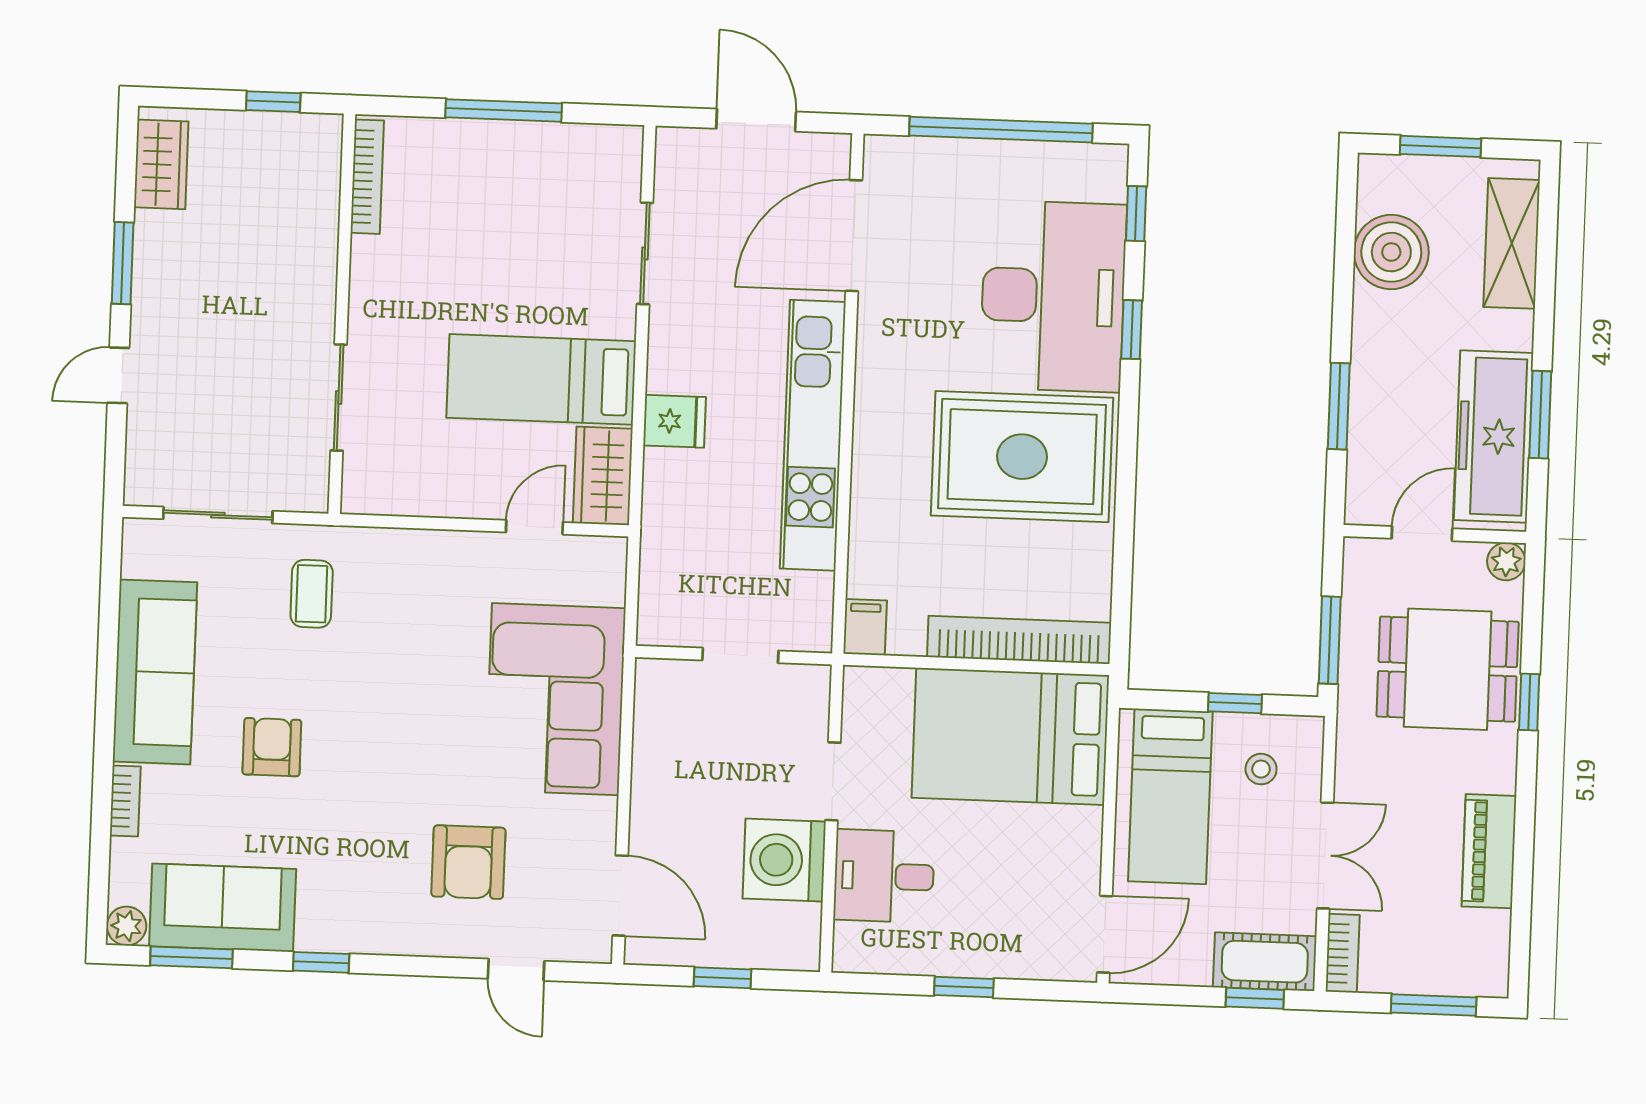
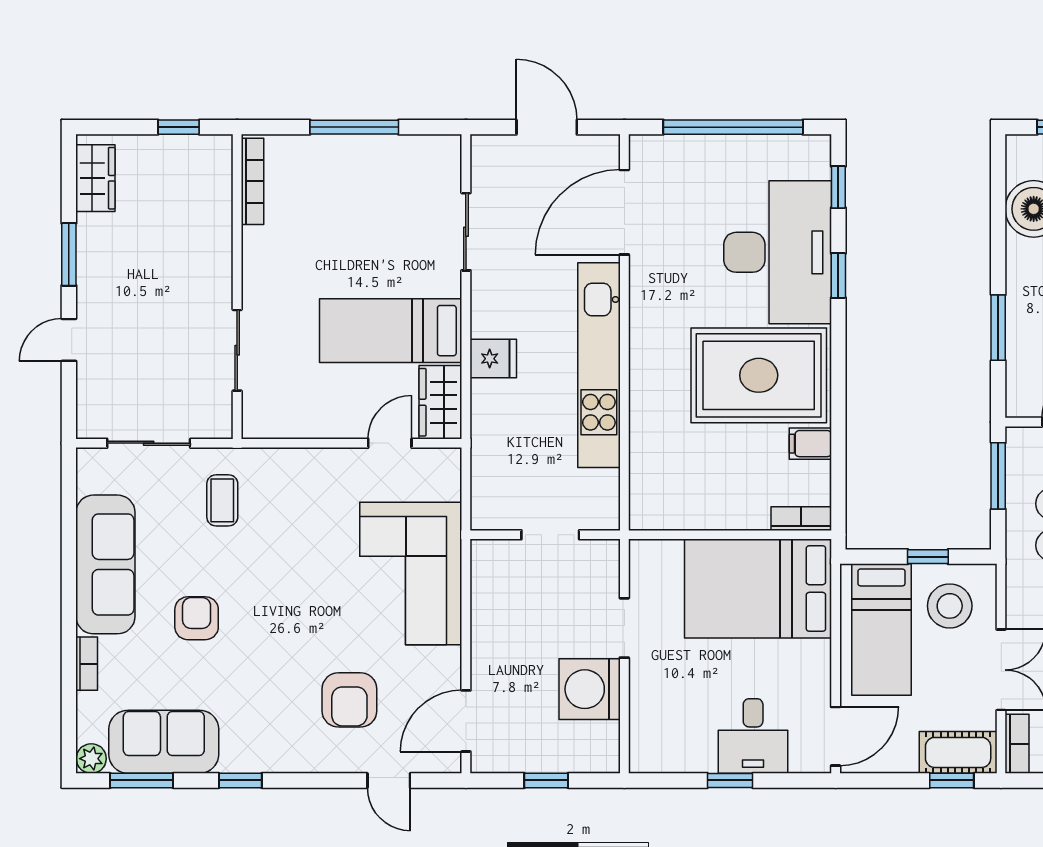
filing cabinet: (865, 627) -> (810, 444), moved, turned -90
bookcase: (1019, 640) -> (801, 519), width x0.43, depth x0.76
window: (1330, 640) -> (998, 476), moved
stool: (1261, 769) -> (950, 606), width x1.89, depth x1.89
desk: (884, 876) -> (753, 736), moved, turned -90
door: (620, 896) -> (466, 721), swing flipped

